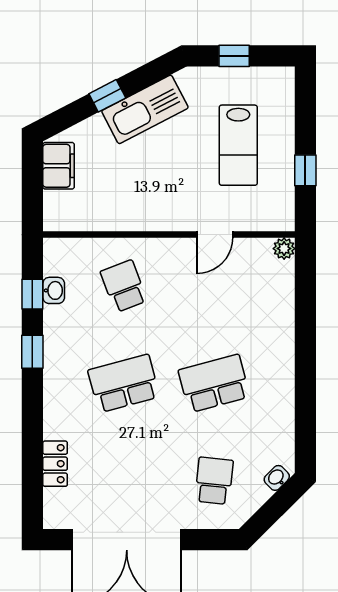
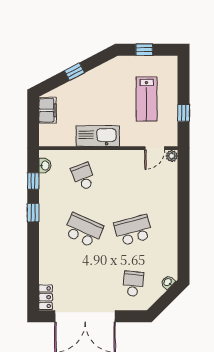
kitchen sink: (145, 109) -> (98, 136), moved, turned -153
door: (215, 235) -> (155, 148), moved
washbasin: (54, 290) -> (45, 166), moved
school desk: (124, 383) -> (83, 230), turned 39
locker: (55, 464) -> (46, 297), moved

